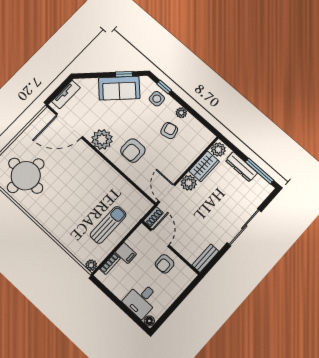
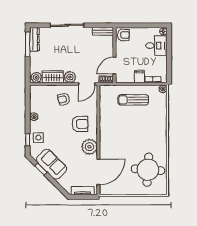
door: (69, 126) -> (98, 172), hinge flipped
armchair: (169, 131) -> (64, 99), moved
dresser: (241, 167) -> (34, 39), moved
armchair: (165, 264) -> (123, 35), moved

